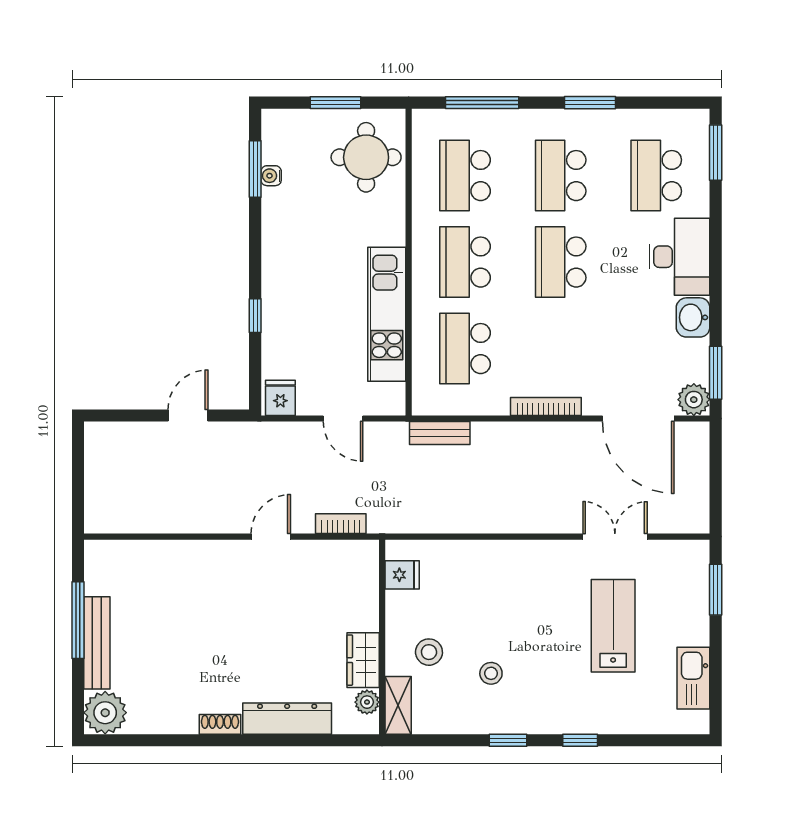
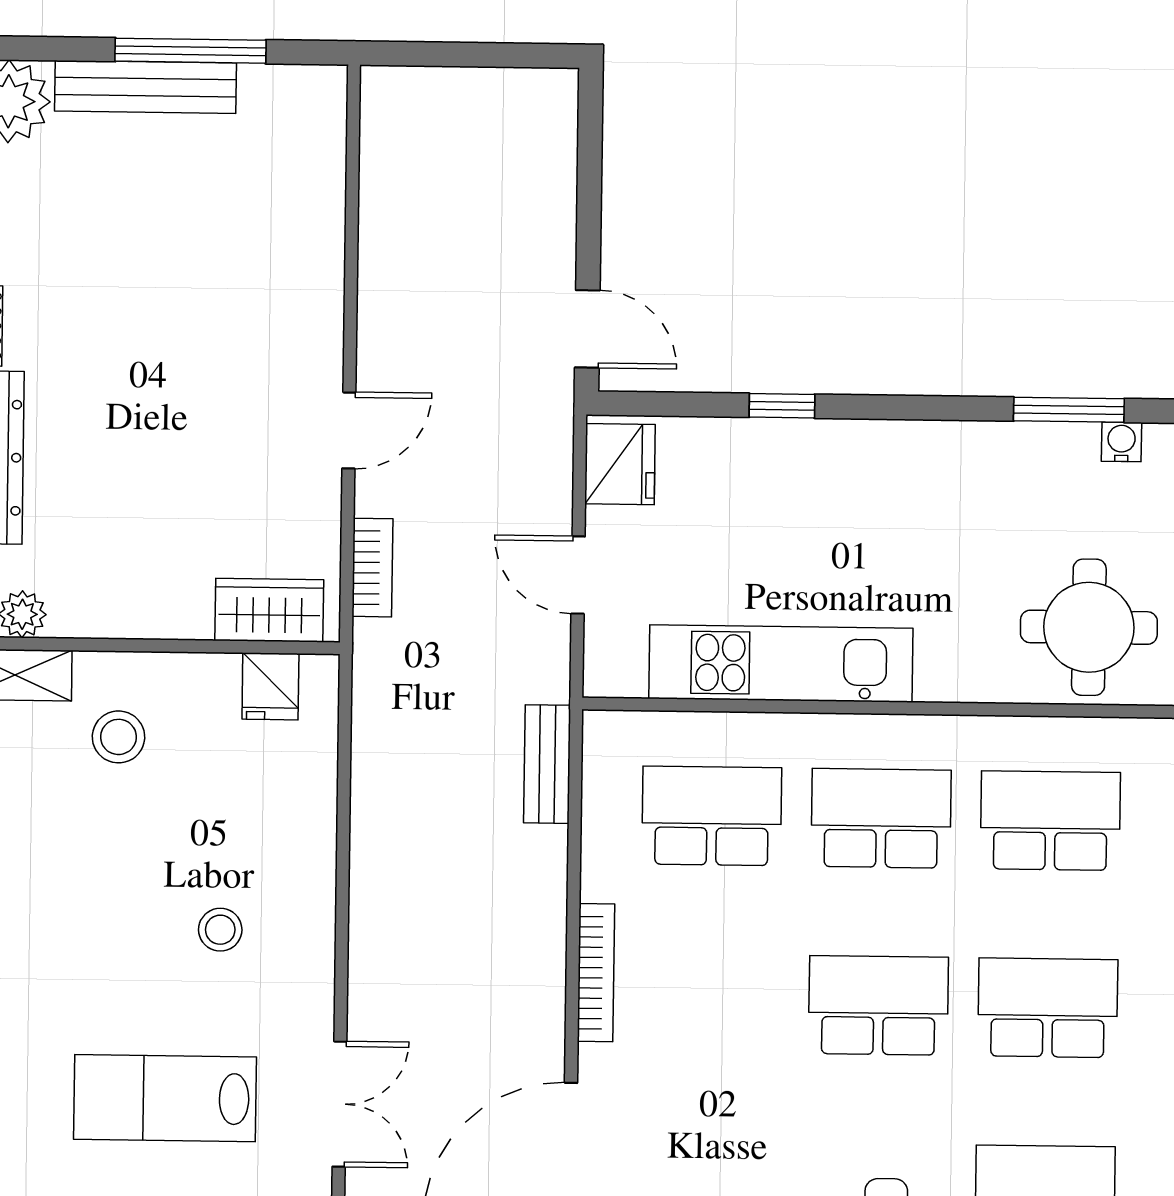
water cooler: (271, 176) -> (1121, 442), moved
fridge: (280, 398) -> (620, 464), width x1.38
door: (188, 416) -> (587, 329), moved
door: (343, 418) -> (578, 575), hinge flipped
door: (271, 537) -> (349, 430), hinge flipped
lab bench: (613, 626) -> (165, 1098), turned 180
wardrobe: (363, 660) -> (269, 610), moved
stool: (491, 673) -> (220, 930), moved

